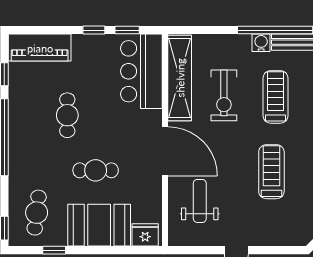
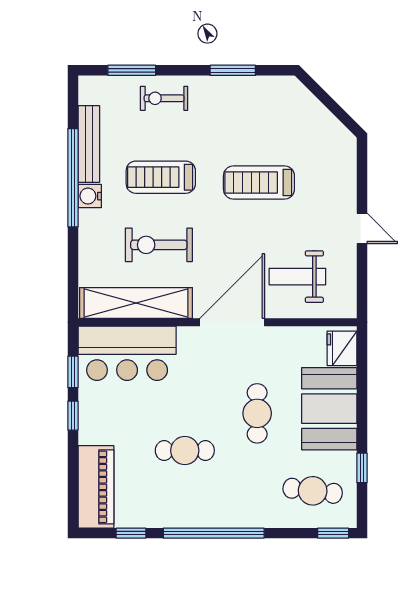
exercise bike: (224, 95) -> (159, 245), turned 180

